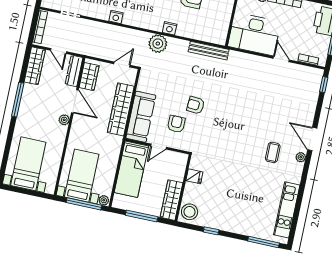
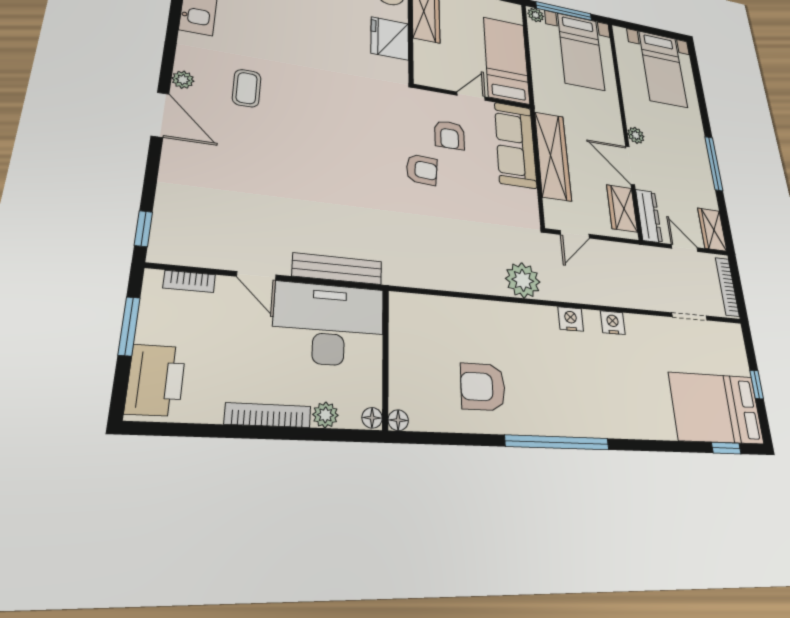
nightstand: (170, 28) -> (571, 319), moved
bench: (209, 51) -> (337, 269), moved
wardrobe: (35, 66) -> (712, 229), width x0.67
fridge: (194, 176) -> (390, 38), width x1.88, depth x1.34

